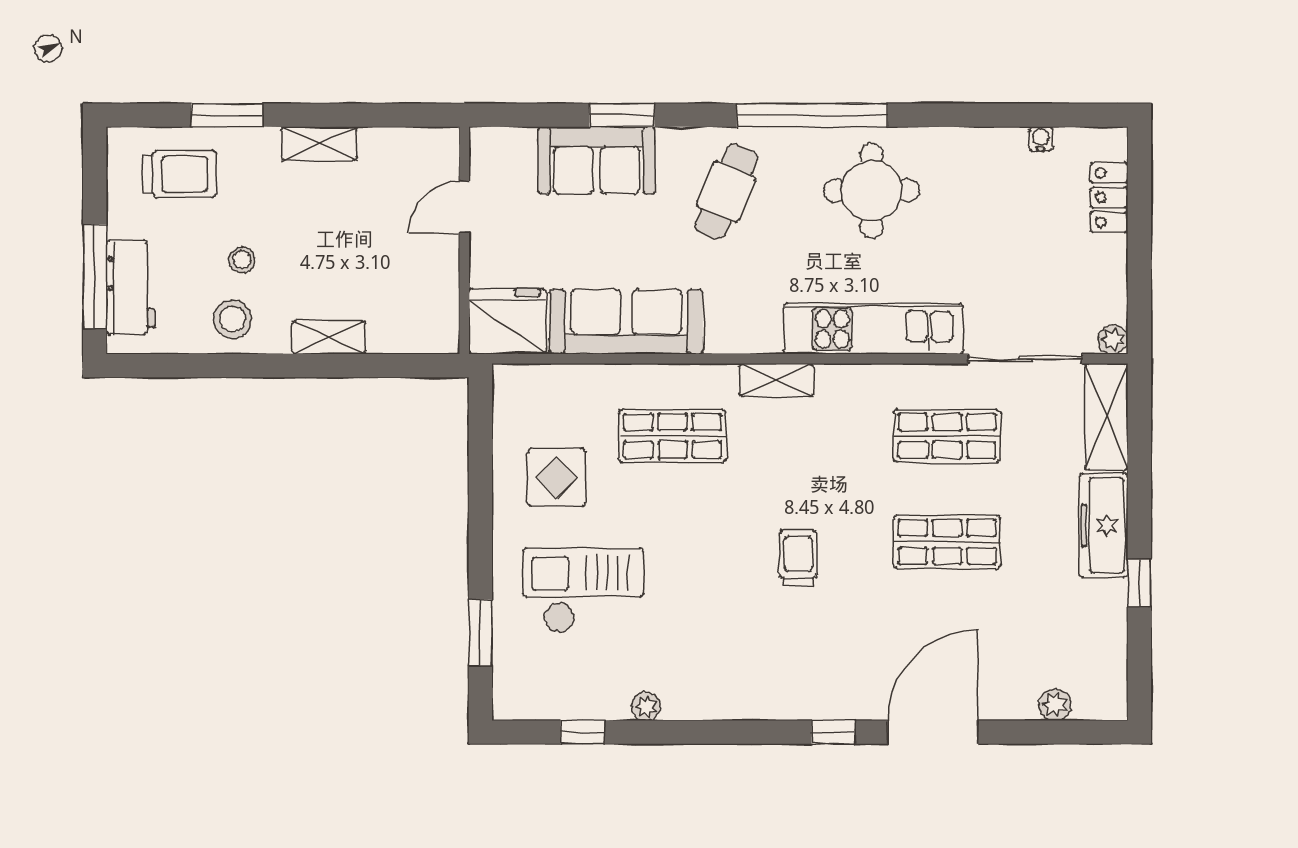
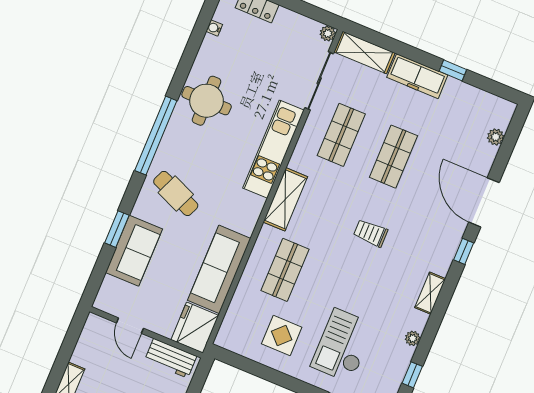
round table: (872, 191) -> (207, 101), moved
workbench: (437, 301) -> (171, 358), added
shelving: (776, 380) -> (285, 199), width x1.50, depth x1.33
shelving: (737, 704) -> (430, 293), added

